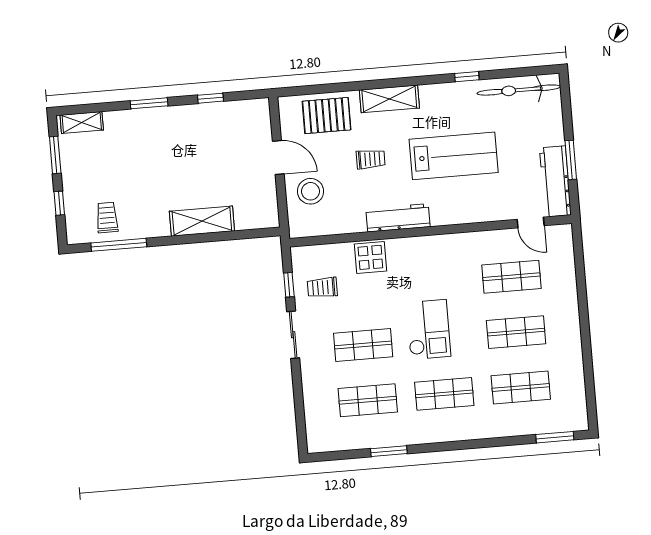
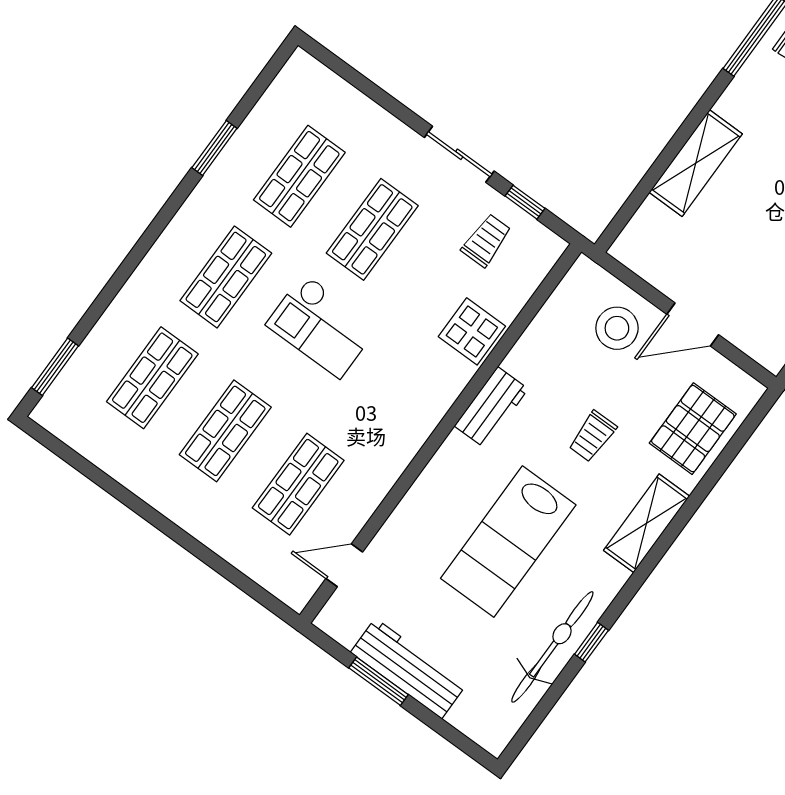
bicycle: (519, 90) -> (552, 647), moved
workbench: (555, 181) -> (408, 668), moved
workbench: (398, 218) -> (491, 407), width x0.73

